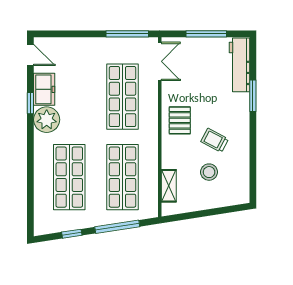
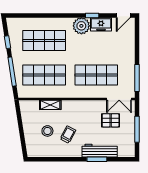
workbench: (240, 65) -> (100, 151), moved
pallet: (180, 120) -> (111, 120), moved
shelving: (169, 186) -> (50, 105), moved

